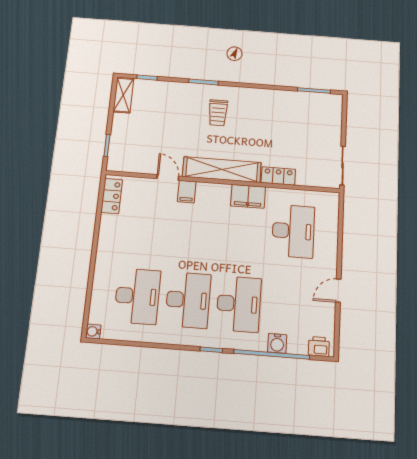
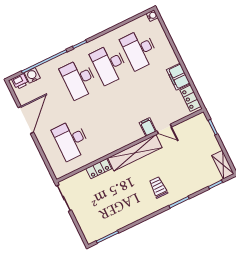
filing cabinet: (248, 196) -> (178, 77), moved, turned -90
door: (338, 291) -> (26, 120), width x1.88
water cooler: (277, 343) -> (32, 75), moved

